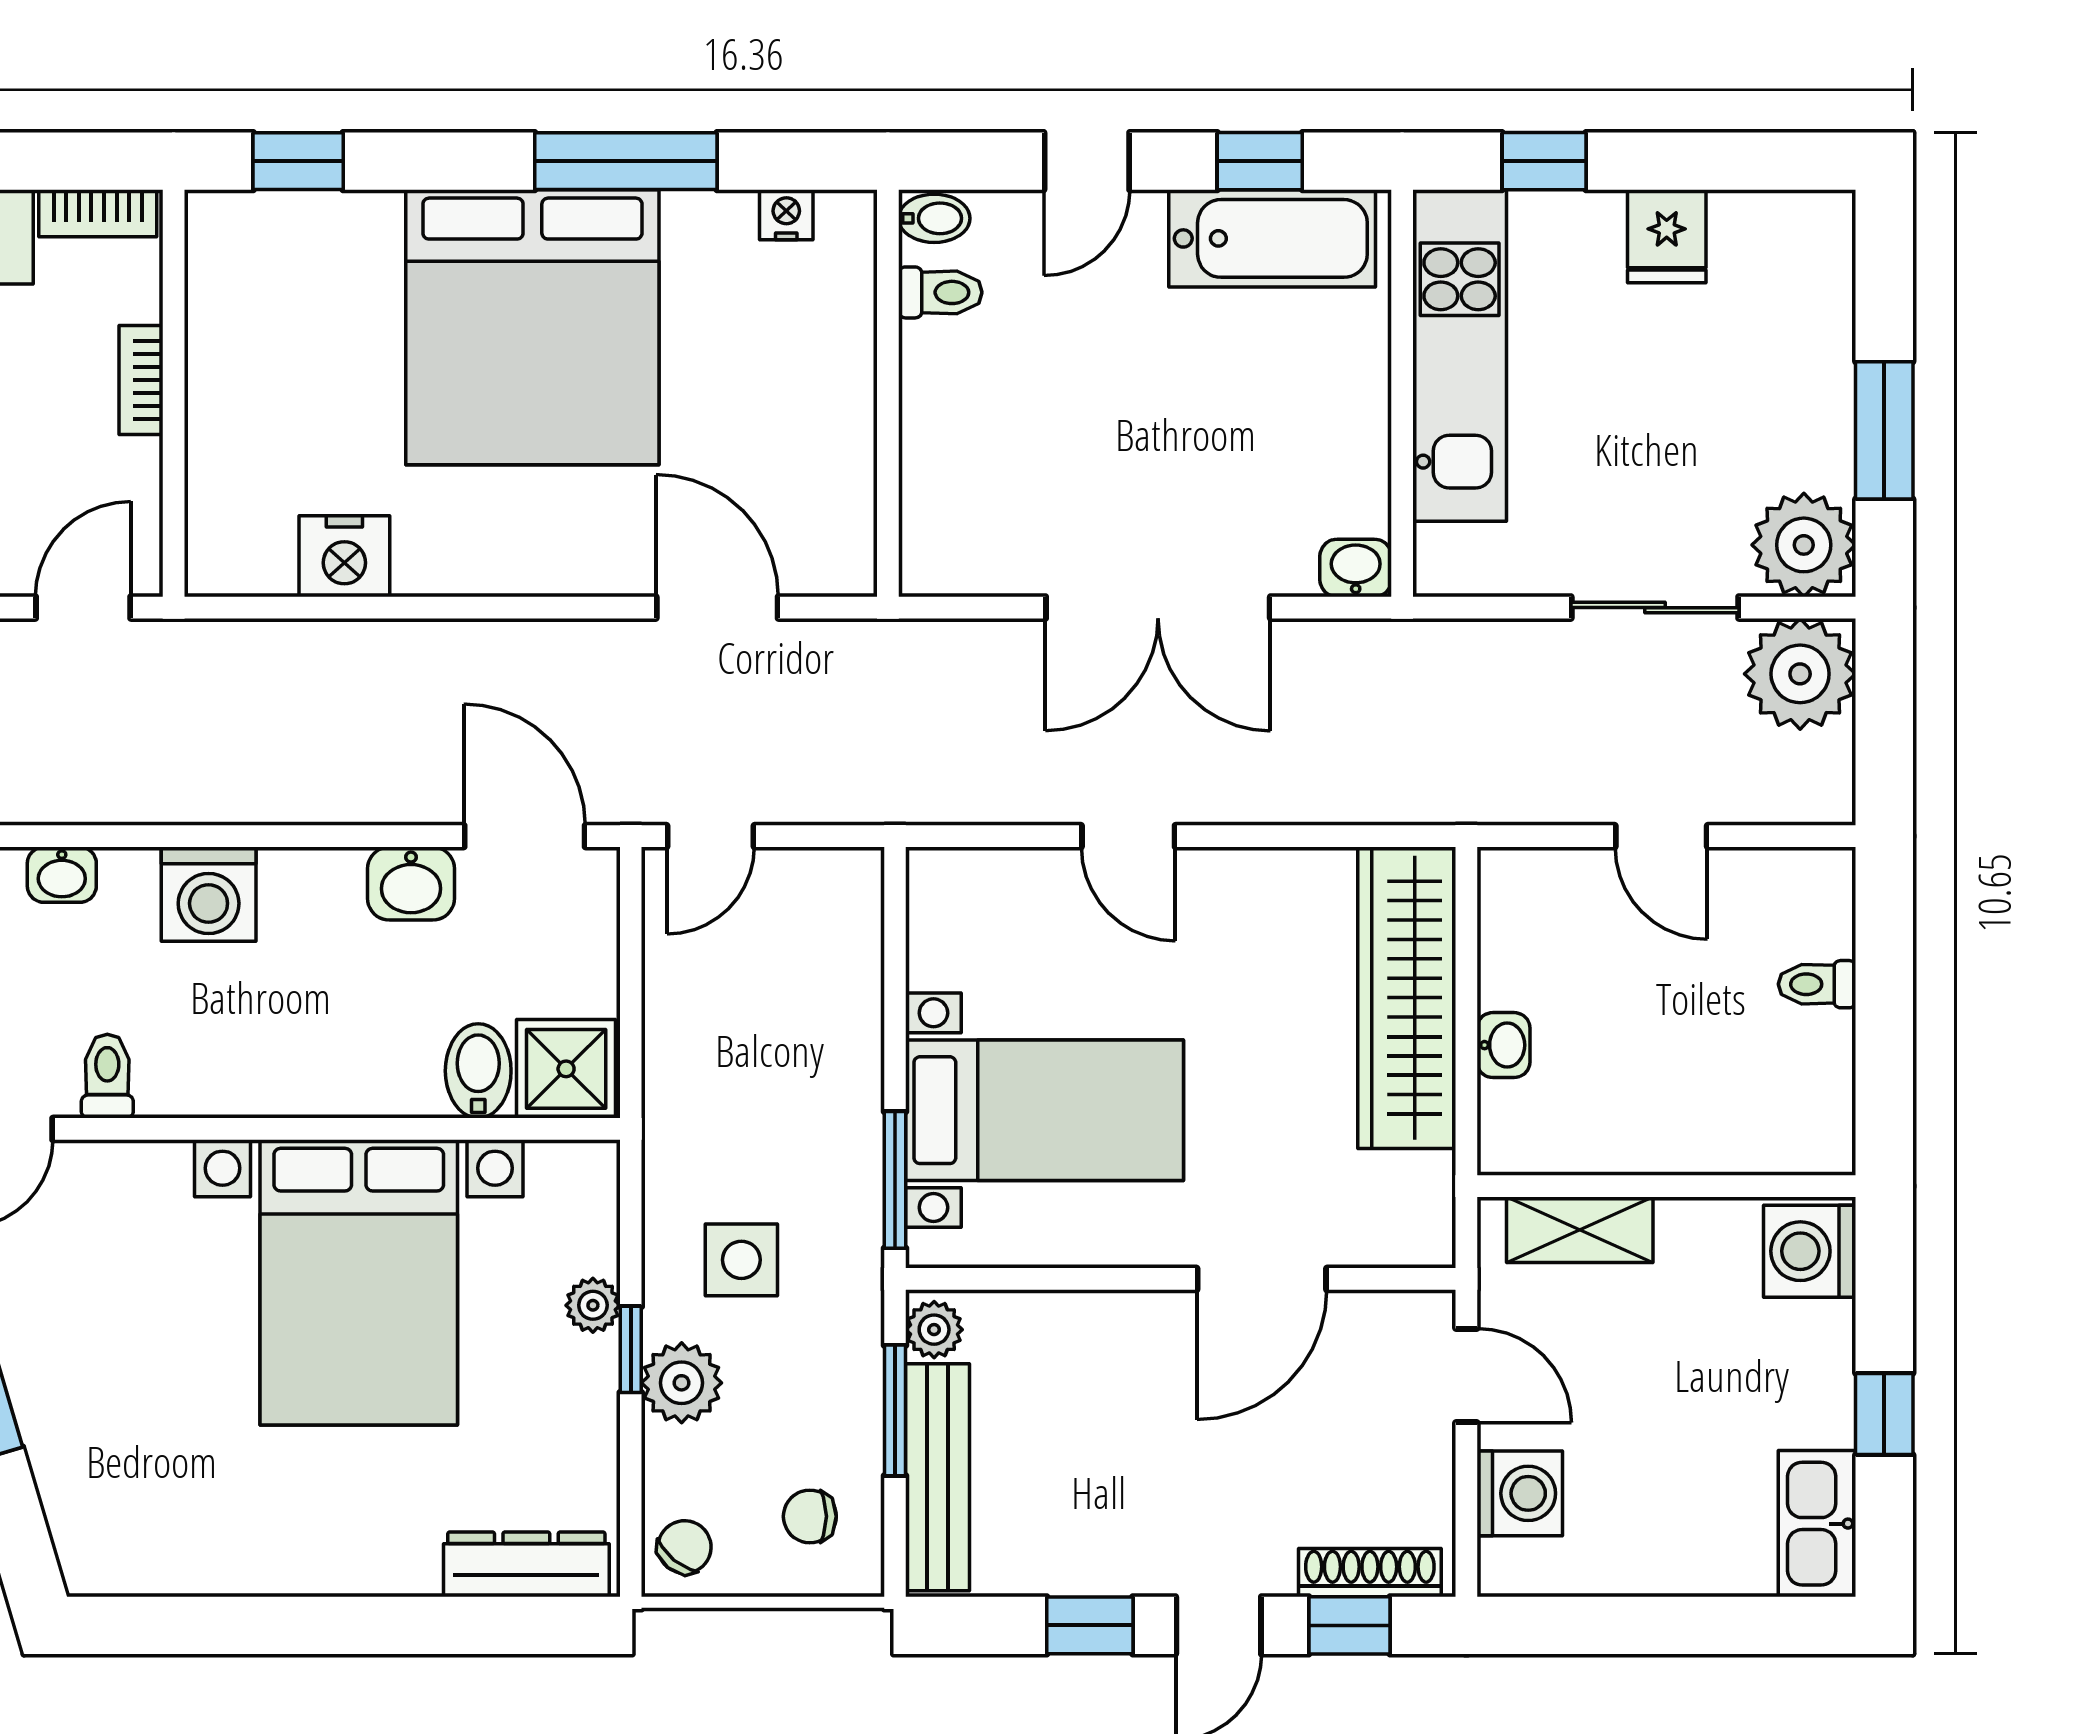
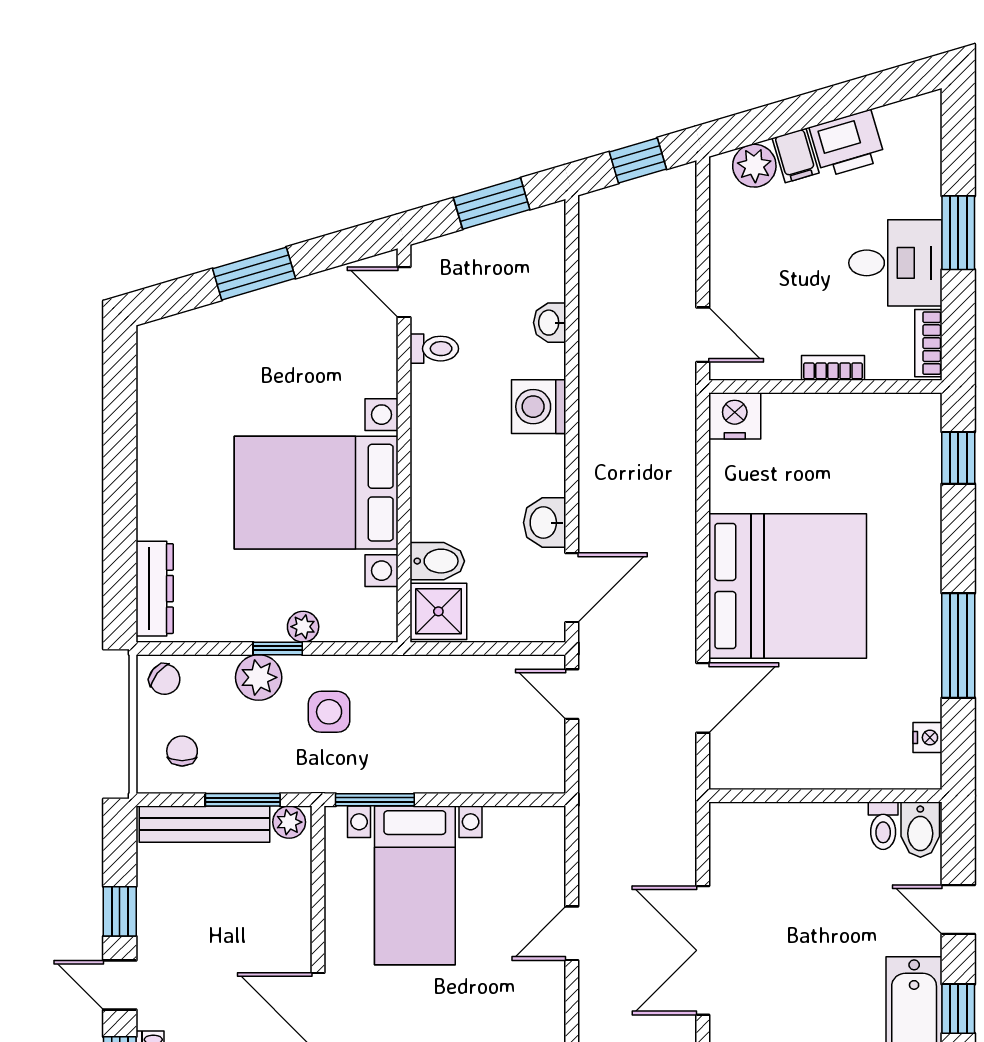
bidet: (934, 218) -> (920, 830), width x1.38, depth x1.36
bed: (532, 327) -> (788, 586), moved, turned 180
nightstand: (344, 556) -> (735, 416), moved, turned 90

